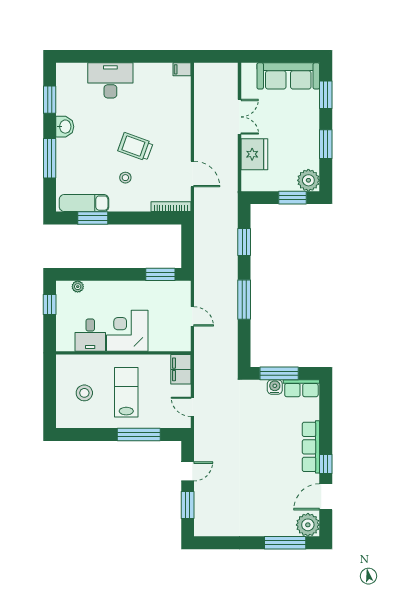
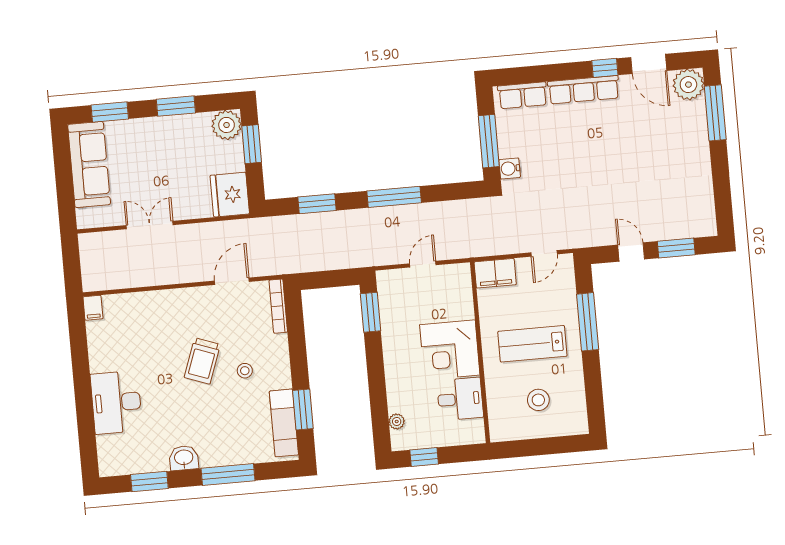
fridge: (254, 154) -> (230, 195), moved, turned -90
water cooler: (275, 387) -> (510, 168), moved
row of seats: (301, 388) -> (523, 95), moved, turned 90

